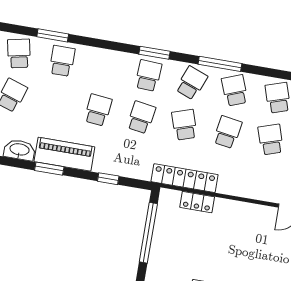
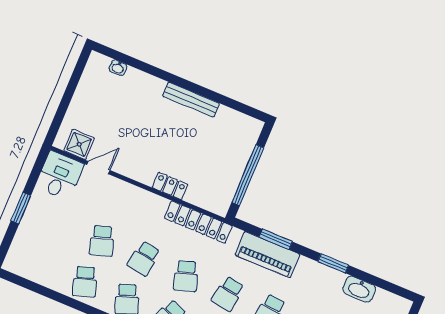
piano: (64, 154) -> (267, 255), moved
window: (108, 179) -> (276, 239), width x1.50
locker: (197, 202) -> (170, 186), moved

